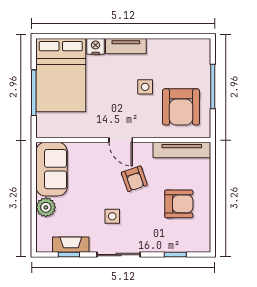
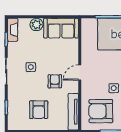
armchair: (134, 179) -> (55, 81), turned 109
fireplace: (71, 245) -> (13, 30), moved

